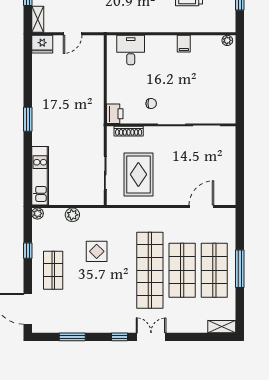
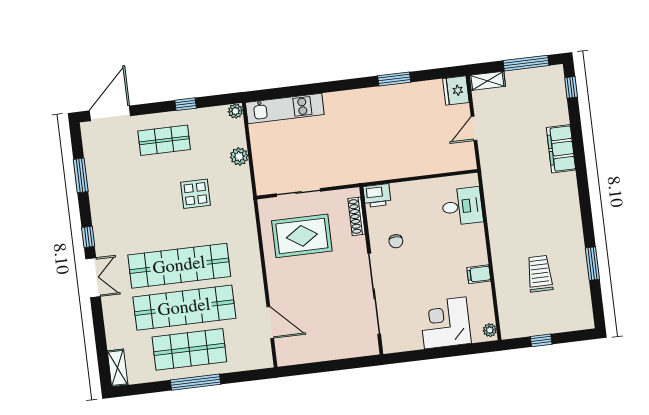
door: (73, 34) -> (474, 128), hinge flipped
corner desk: (218, 74) -> (445, 323), added
window: (28, 119) -> (394, 79), moved
shop shelf: (182, 270) -> (184, 308), width x1.40

